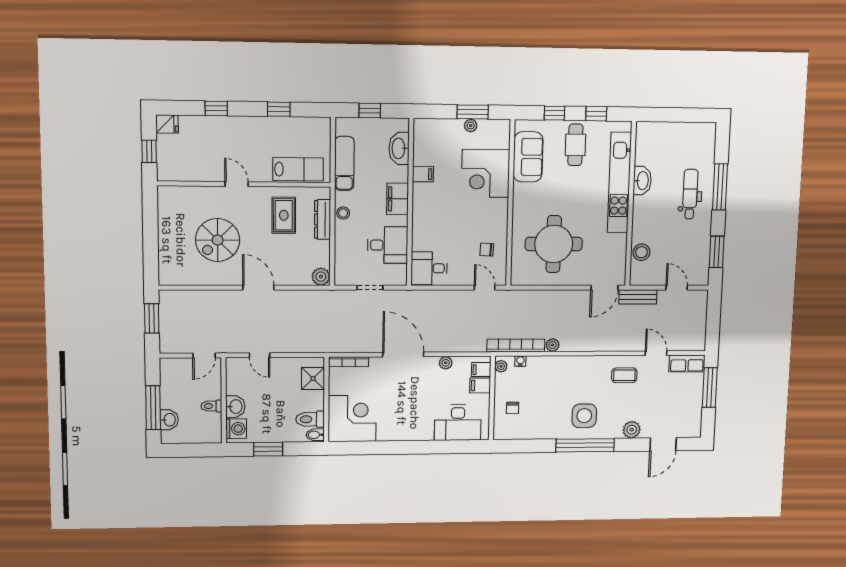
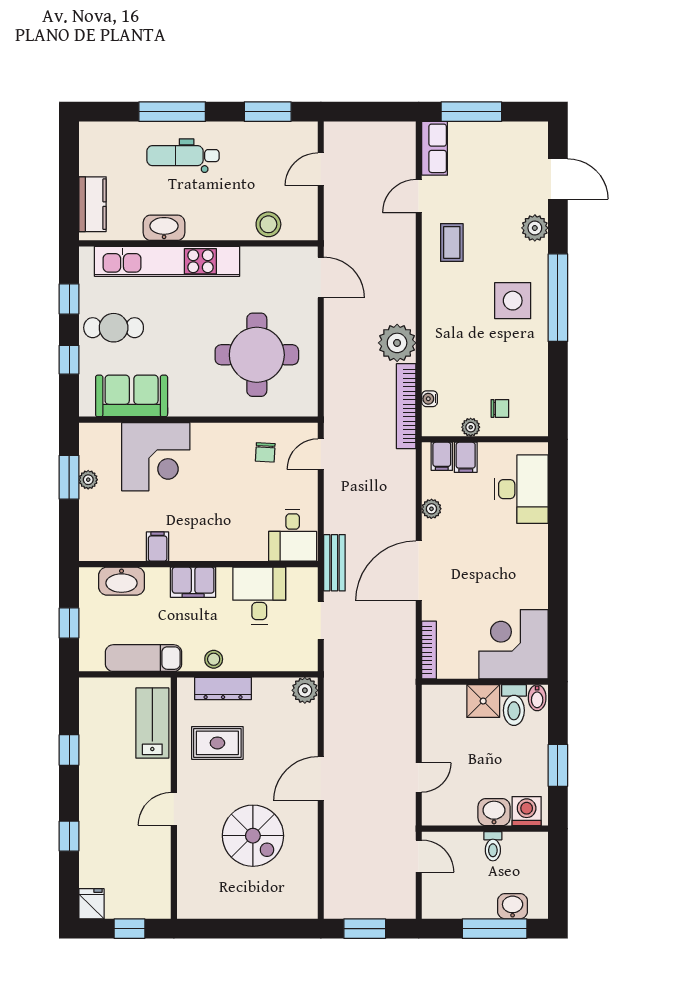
kitchen counter: (660, 131) -> (93, 204), added
bench: (638, 297) -> (334, 563), moved
plant: (553, 345) -> (397, 343), width x1.88, depth x1.88
plant: (501, 366) -> (471, 427), moved
shower: (313, 379) -> (483, 701), moved

